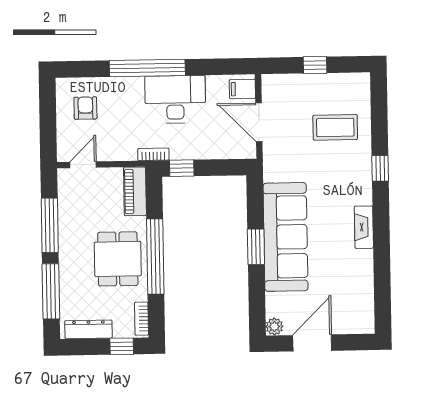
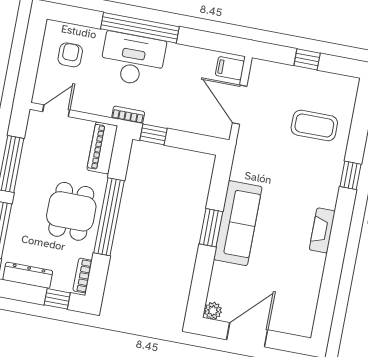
desk: (175, 99) -> (133, 59), moved
sofa: (286, 237) -> (238, 223), width x0.74, depth x0.79

